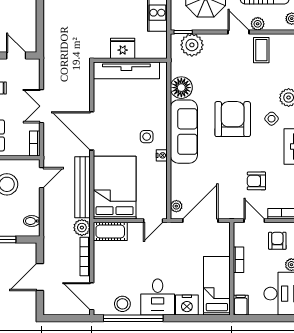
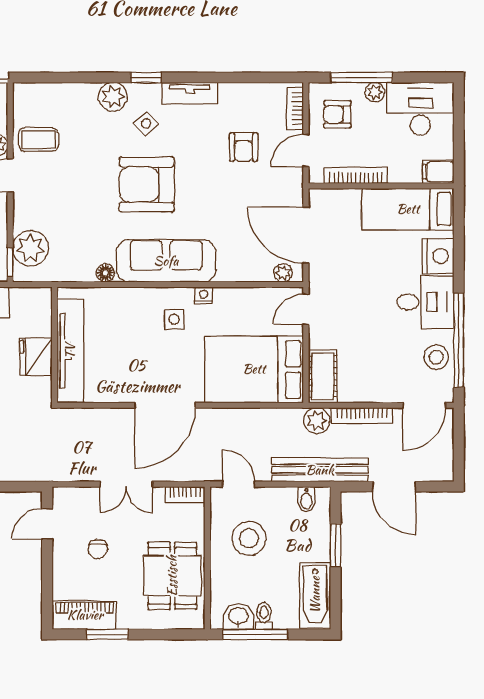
floor lamp: (181, 88) -> (105, 273), width x0.53, depth x0.53
bench: (83, 187) -> (320, 470), moved
door: (153, 221) -> (306, 309), swing flipped
bookcase: (238, 260) -> (356, 175), width x1.56

